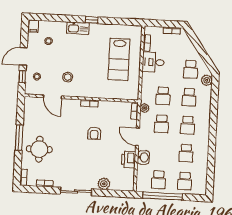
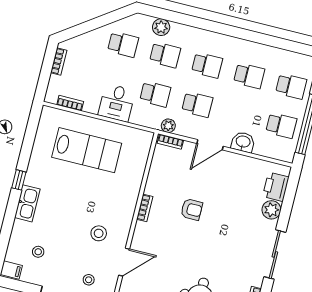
desk: (153, 62) -> (117, 103), moved
plant: (207, 80) -> (161, 27), moved
printer: (128, 160) -> (276, 187), moved, turned 90

